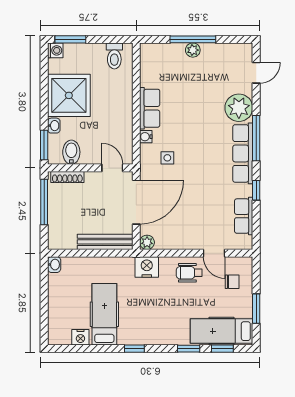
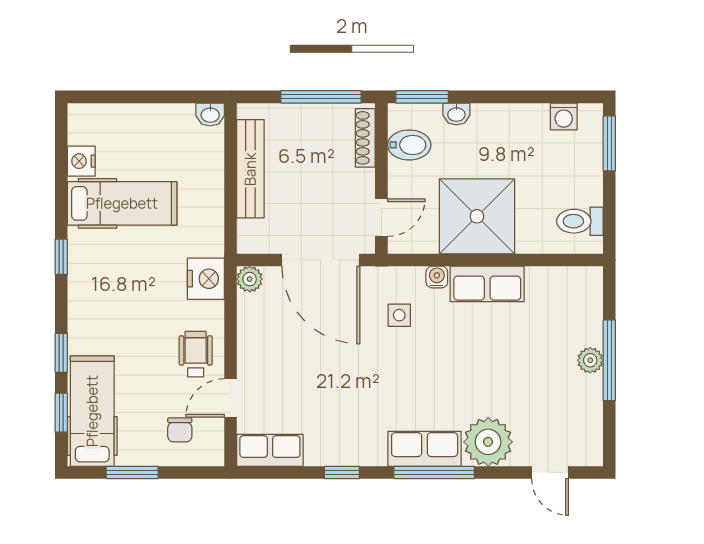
washing machine: (55, 50) -> (564, 116), moved
shower: (69, 95) -> (477, 216), moved
row of seats: (243, 153) -> (425, 449), width x0.68
row of seats: (244, 216) -> (270, 450), moved
bench: (105, 242) -> (250, 169), moved

